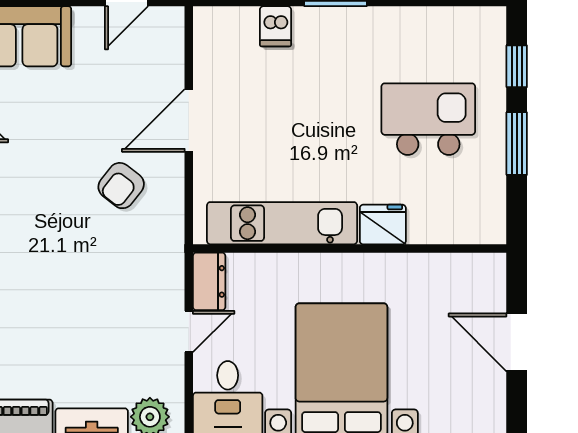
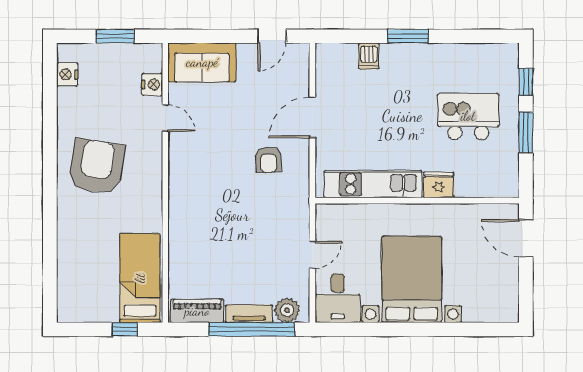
armchair: (121, 186) -> (268, 160), turned -40
dresser: (209, 281) -> (326, 222), removed
door: (517, 342) -> (526, 238), moved

